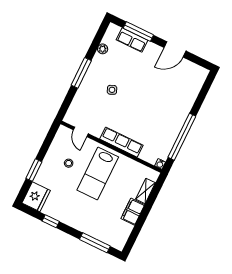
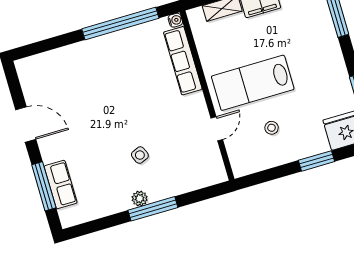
plant: (103, 49) -> (140, 199), moved
door: (81, 132) -> (217, 129), moved
row of seats: (121, 142) -> (183, 61), moved
lab bench: (98, 174) -> (253, 83), turned 180

